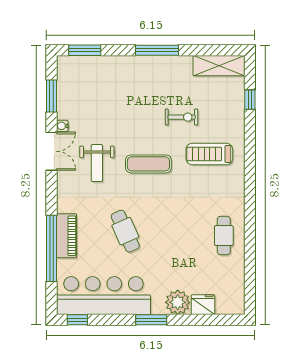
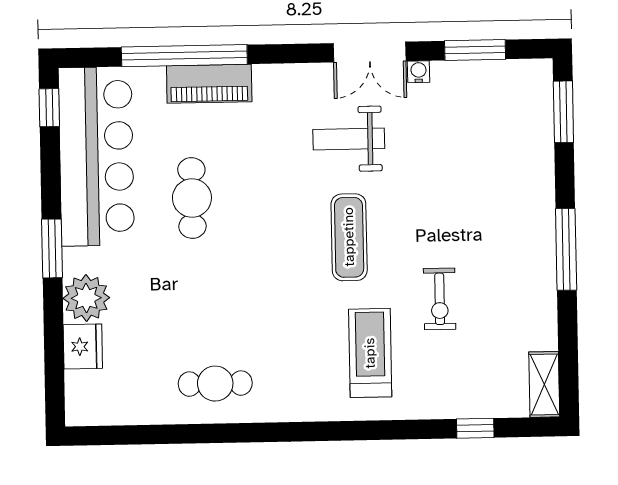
shelving: (219, 66) -> (544, 384), width x0.67, depth x0.75
cafe table: (125, 231) -> (192, 198), moved, turned -66

